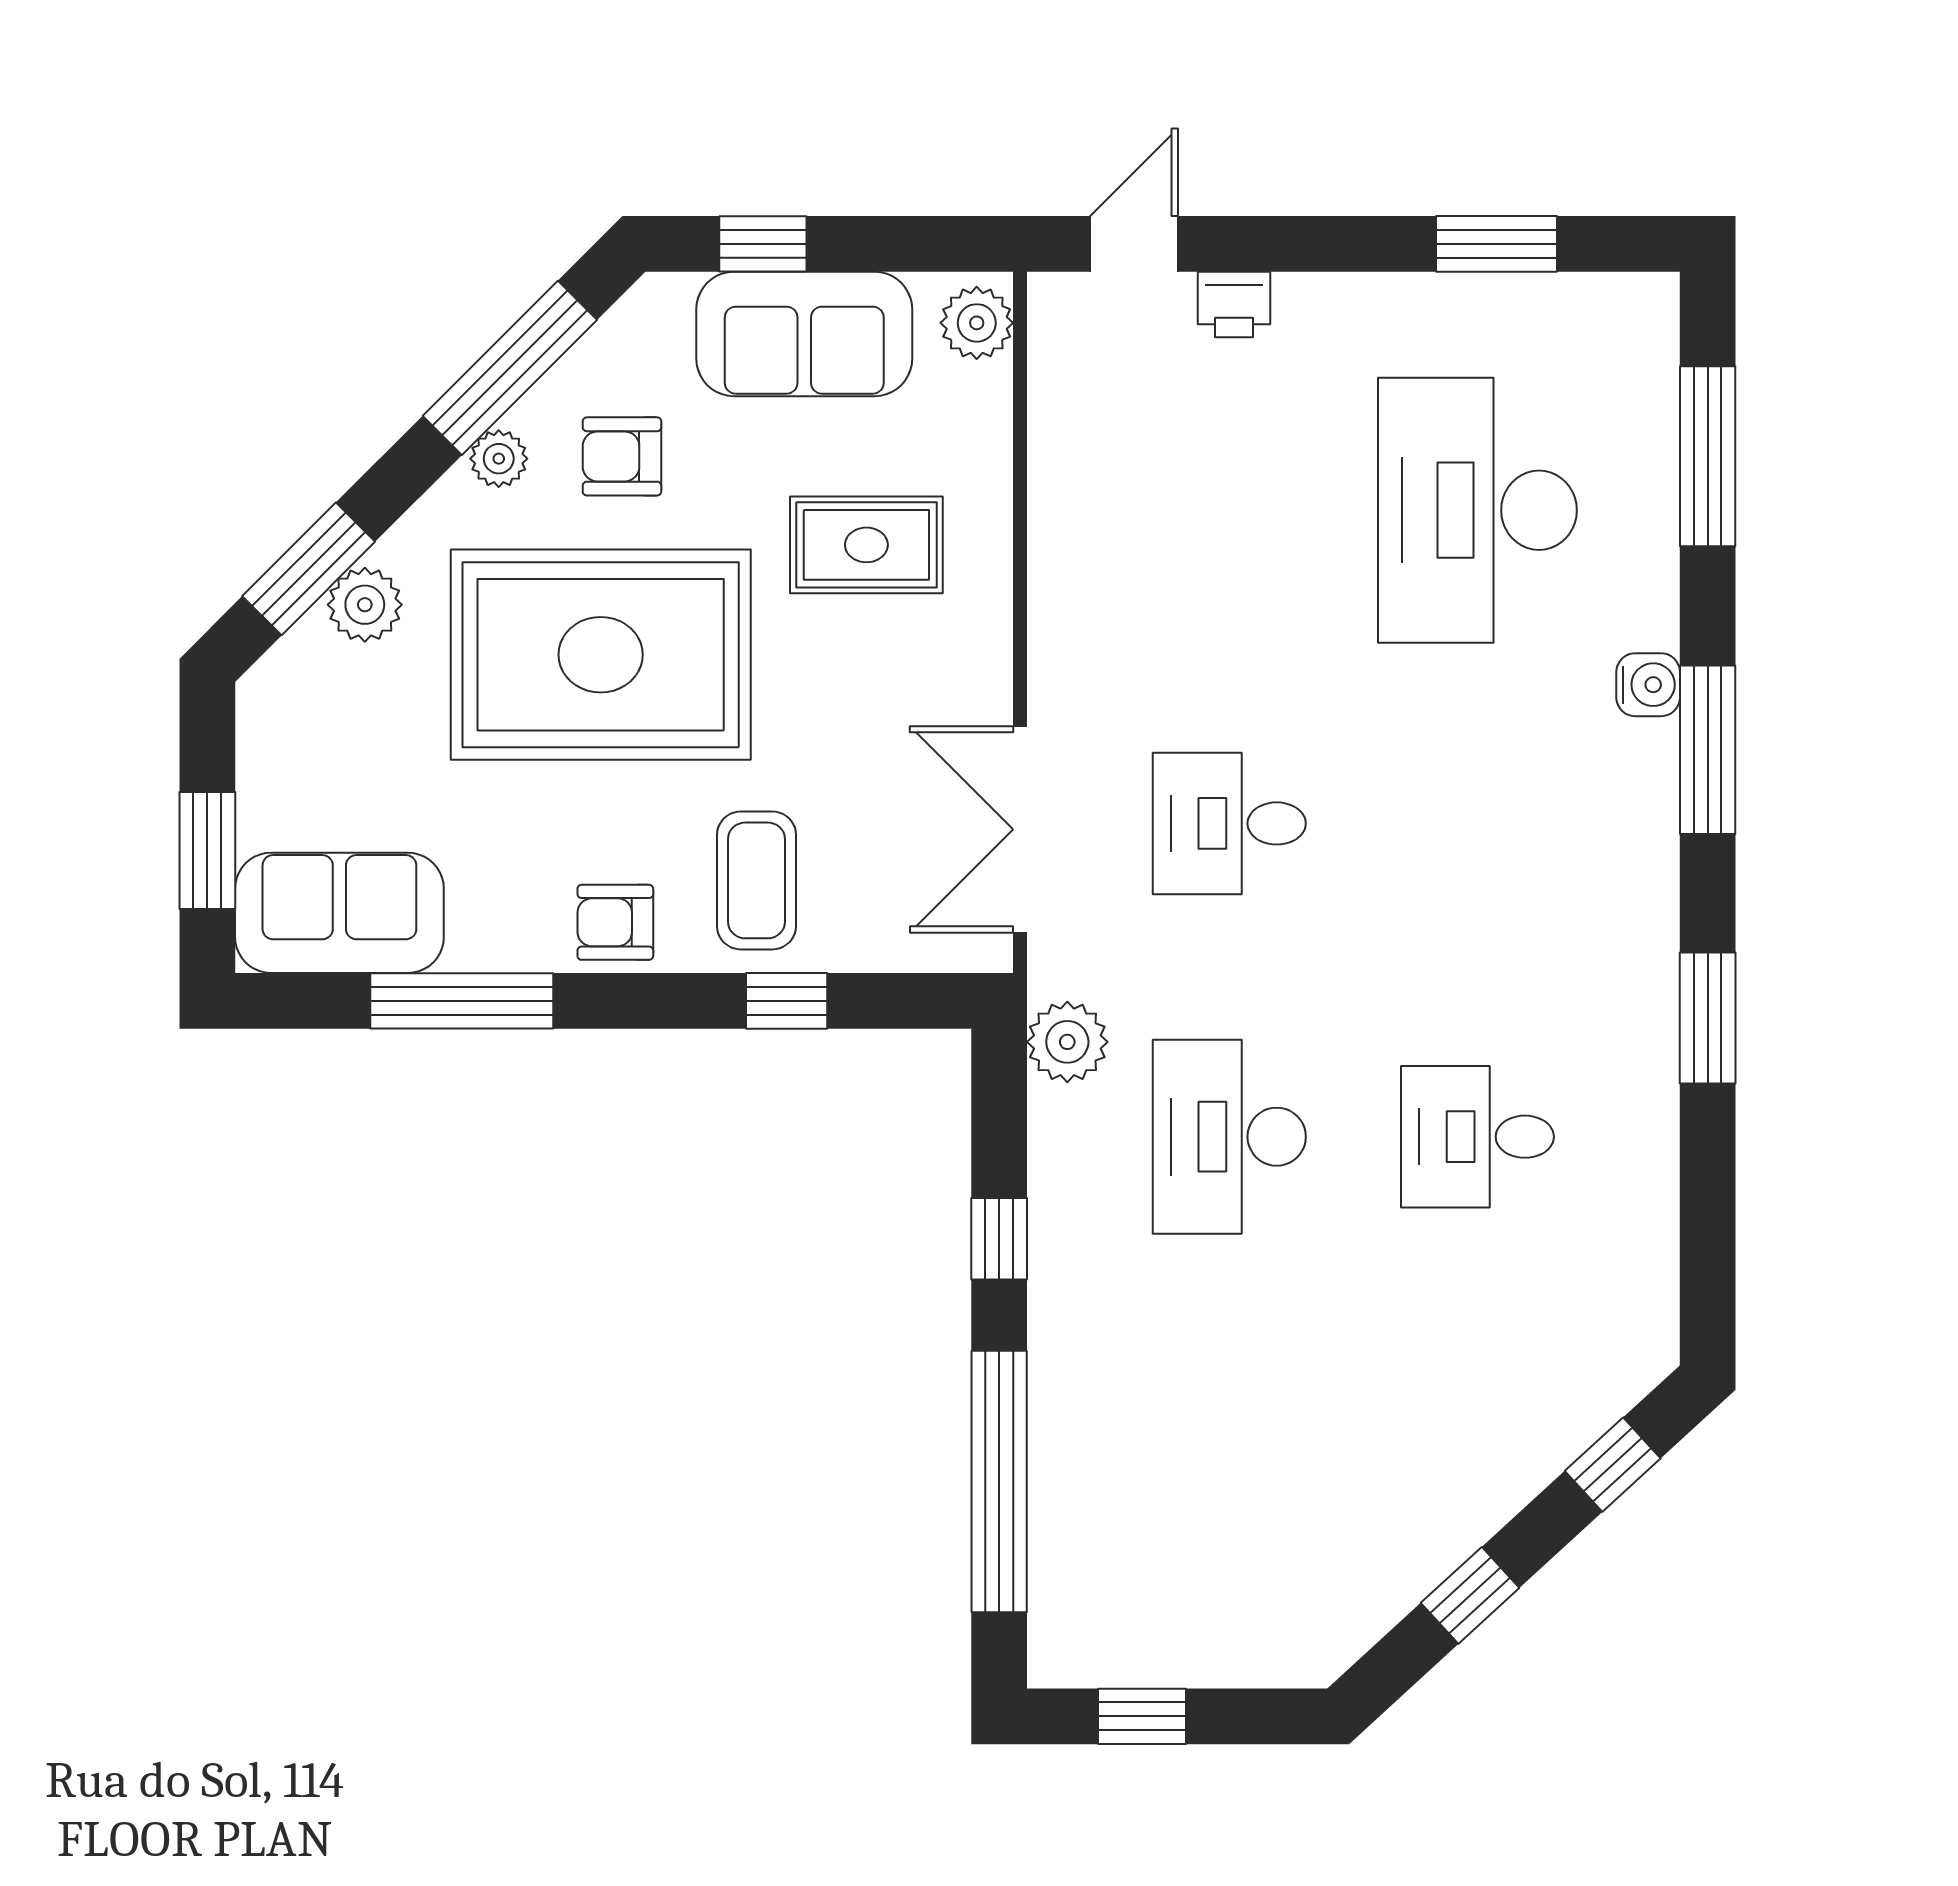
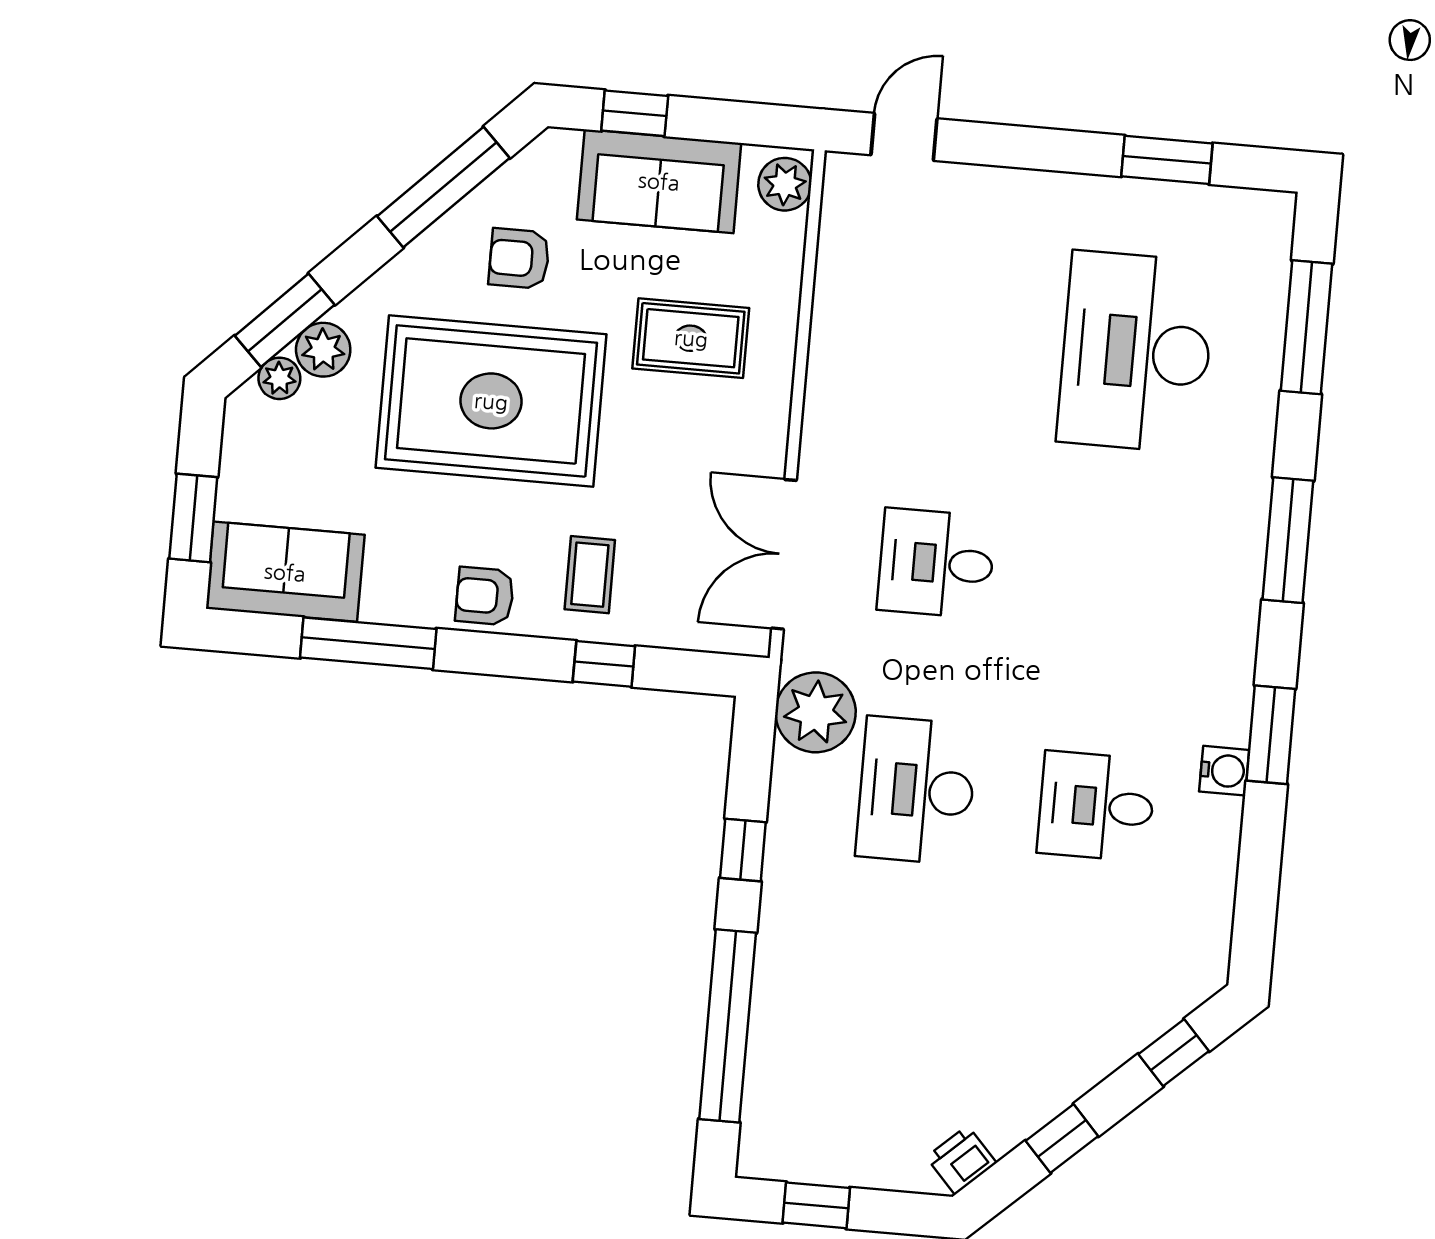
printer: (1234, 305) -> (961, 1160), moved, turned 137
plant: (499, 459) -> (279, 378), moved
water cooler: (1648, 685) -> (1224, 771), moved
coffee table: (757, 880) -> (590, 575), width x0.73, depth x0.77
plant: (1067, 1042) -> (816, 712), width x1.36, depth x1.36

